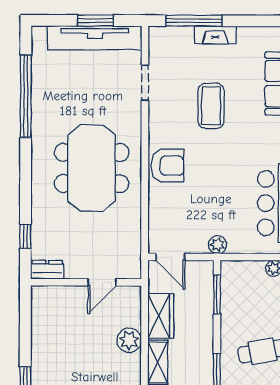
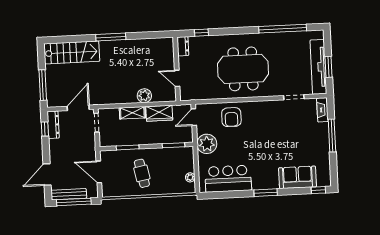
window: (194, 21) -> (332, 135), moved
fireplace: (215, 35) -> (322, 110), moved
coffee table: (211, 106) -> (282, 136), removed
armchair: (167, 166) -> (231, 117), moved
plant: (218, 245) -> (207, 144), width x1.88, depth x1.88

